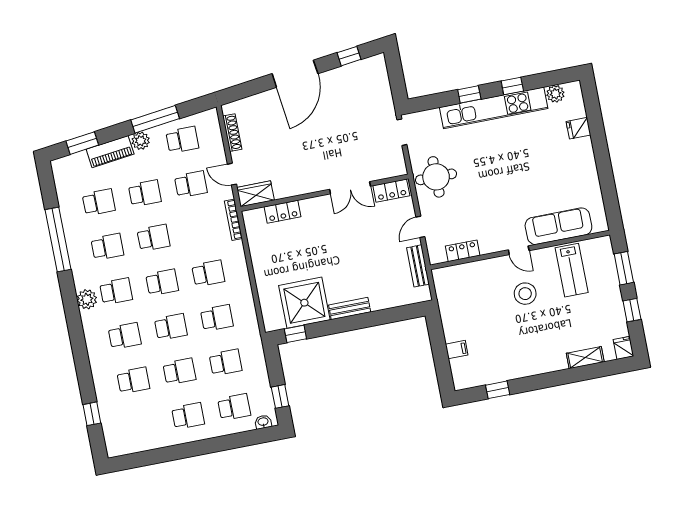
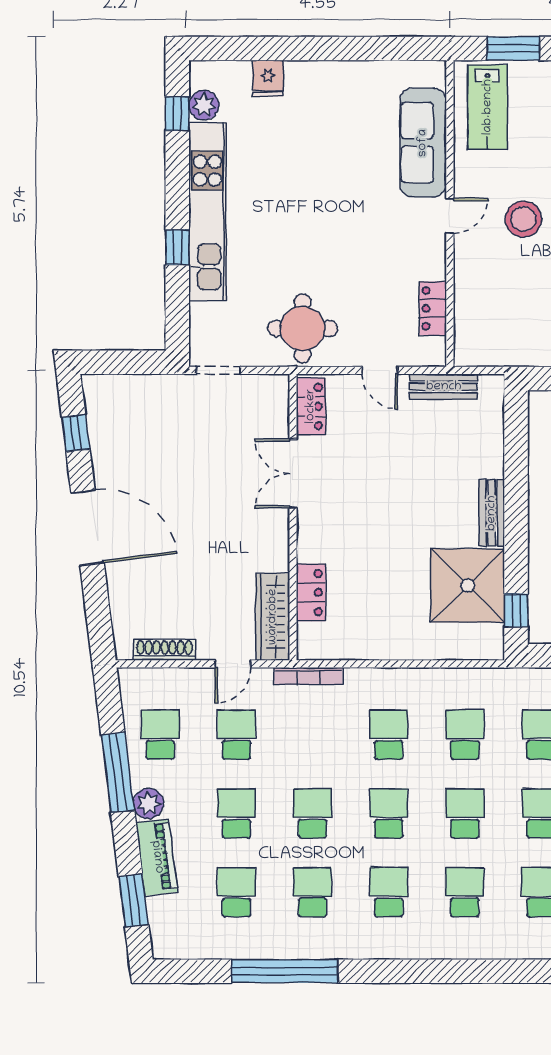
window: (512, 86) -> (177, 114), moved
double door: (350, 188) -> (293, 474), swing flipped
wardrobe: (255, 194) -> (273, 617), width x1.50
lab bench: (572, 270) -> (488, 107), moved, turned 90
plant: (87, 299) -> (392, 943), removed

